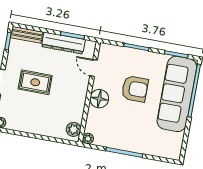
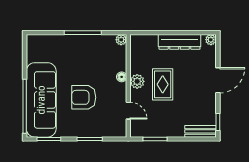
dresser: (63, 43) -> (179, 42), moved, turned 180
rug: (35, 82) -> (163, 84), moved, turned 90
floor lamp: (99, 99) -> (122, 77), width x0.53, depth x0.53
plant: (74, 129) -> (137, 81), moved

